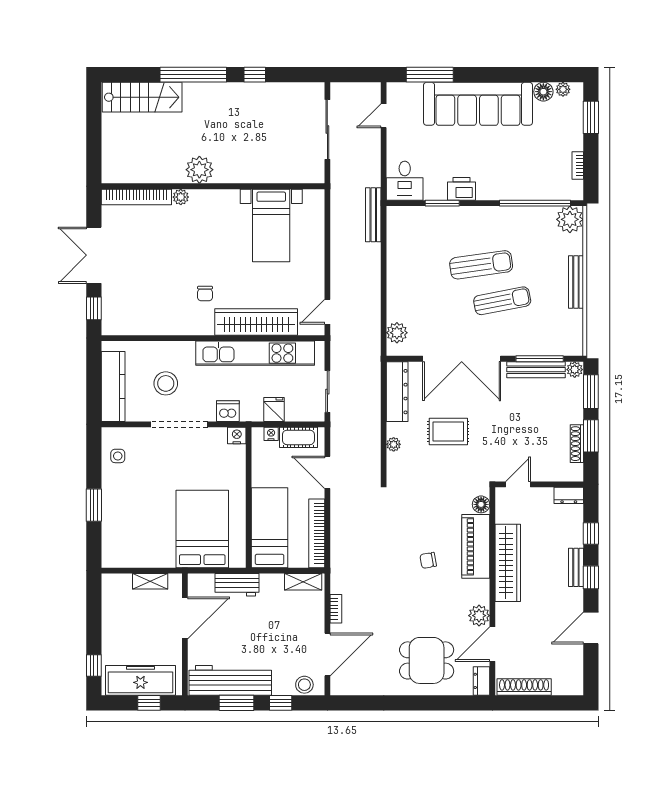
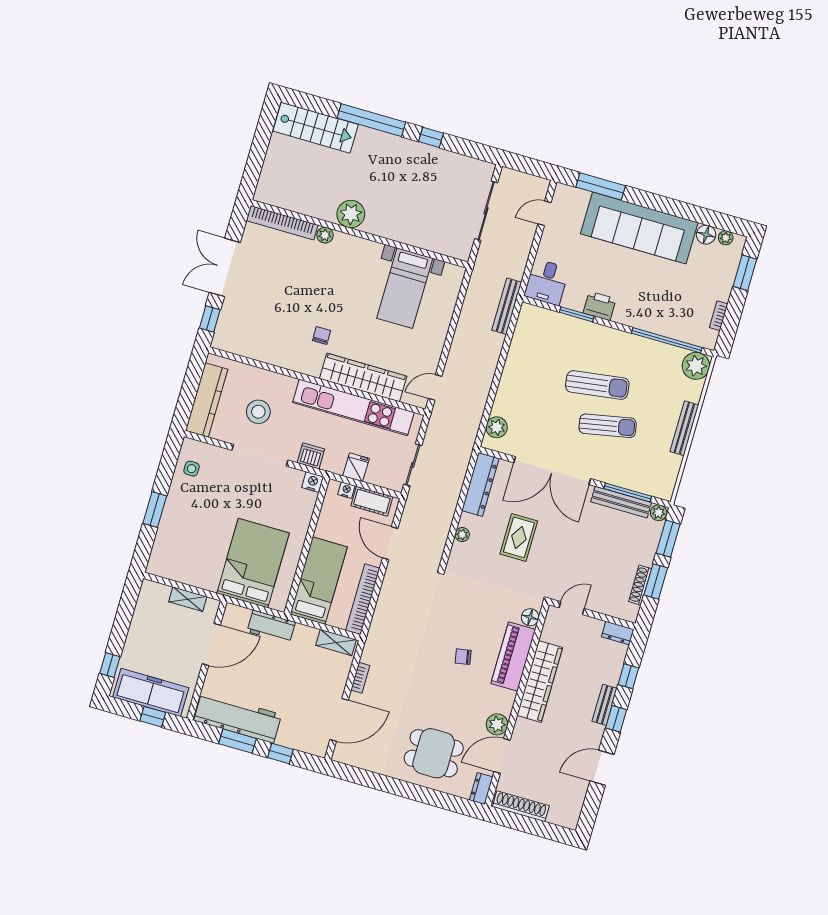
chair: (205, 293) -> (322, 336), turned 180
rug: (448, 432) -> (519, 537), turned 90
stool: (304, 685) -> (308, 743), removed

